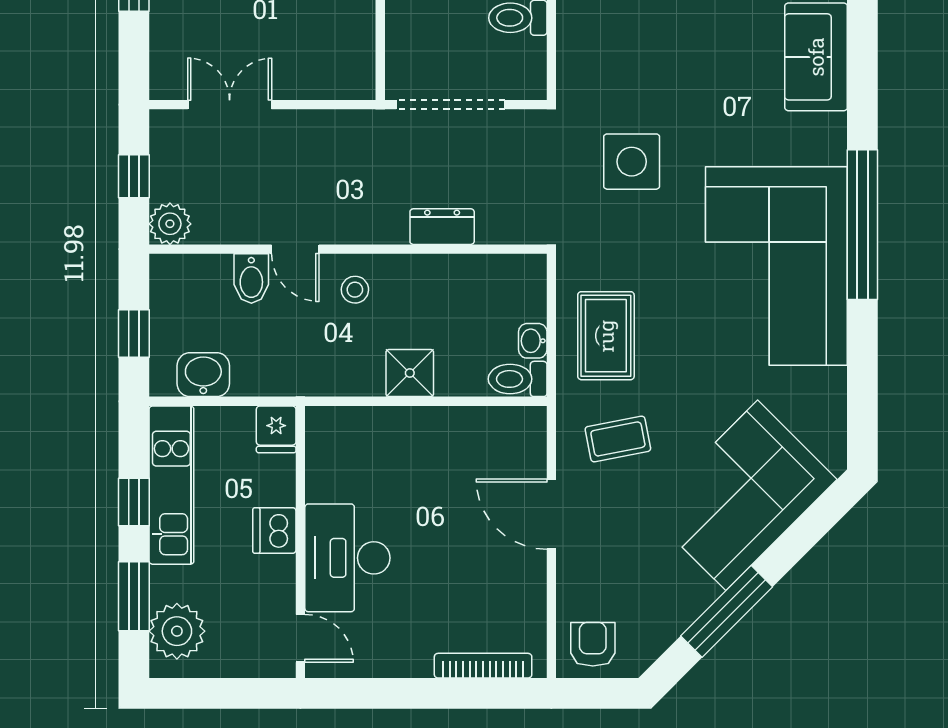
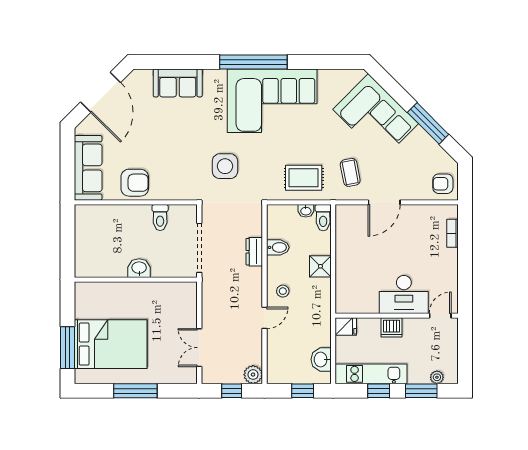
bidet: (251, 279) -> (278, 247), moved
plant: (177, 631) -> (437, 377), width x0.53, depth x0.53
bookcase: (483, 666) -> (453, 233), width x0.64

